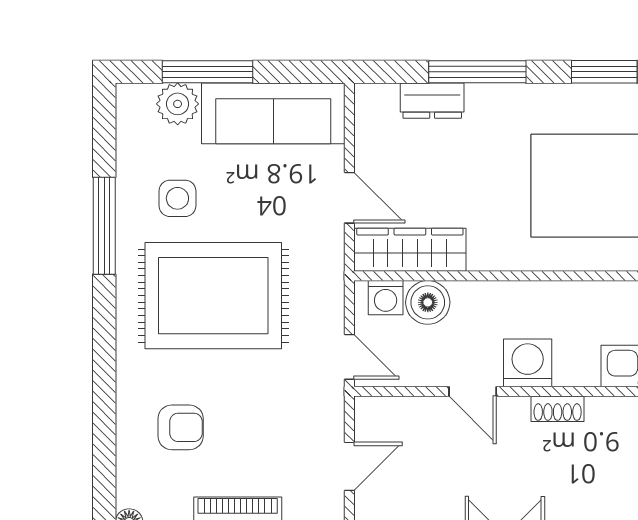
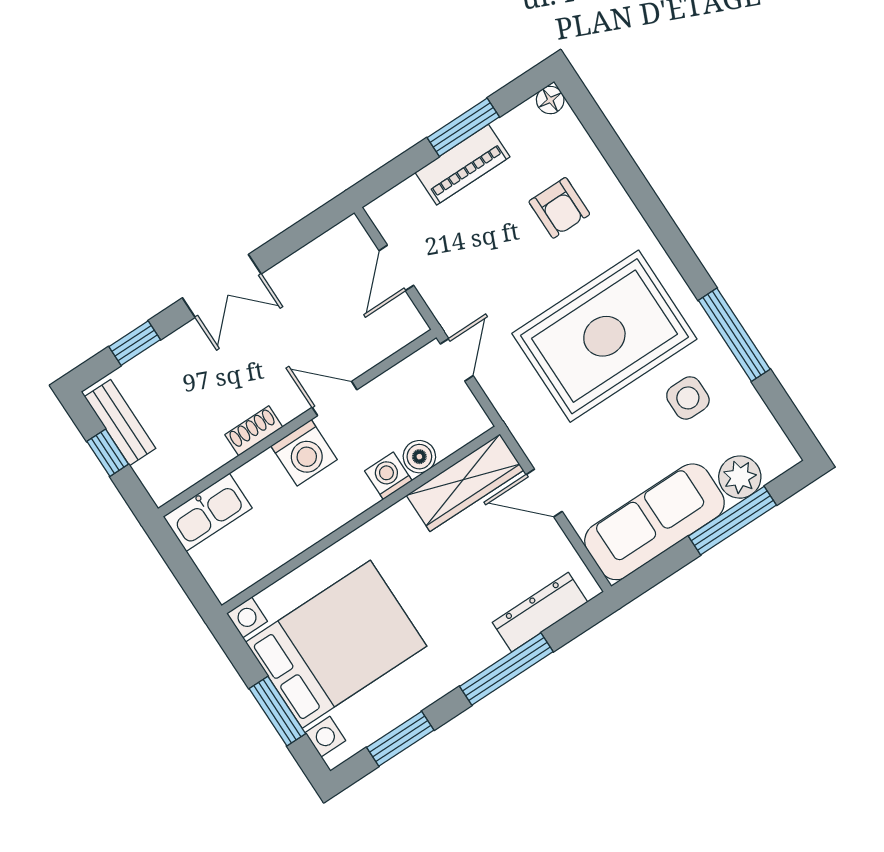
dresser: (432, 101) -> (540, 612), width x1.44
washing machine: (386, 298) -> (388, 476), moved
boiler: (428, 302) -> (419, 457), width x0.73, depth x0.73
door: (349, 357) -> (457, 360), swing flipped
armchair: (181, 427) -> (559, 208), turned -90

